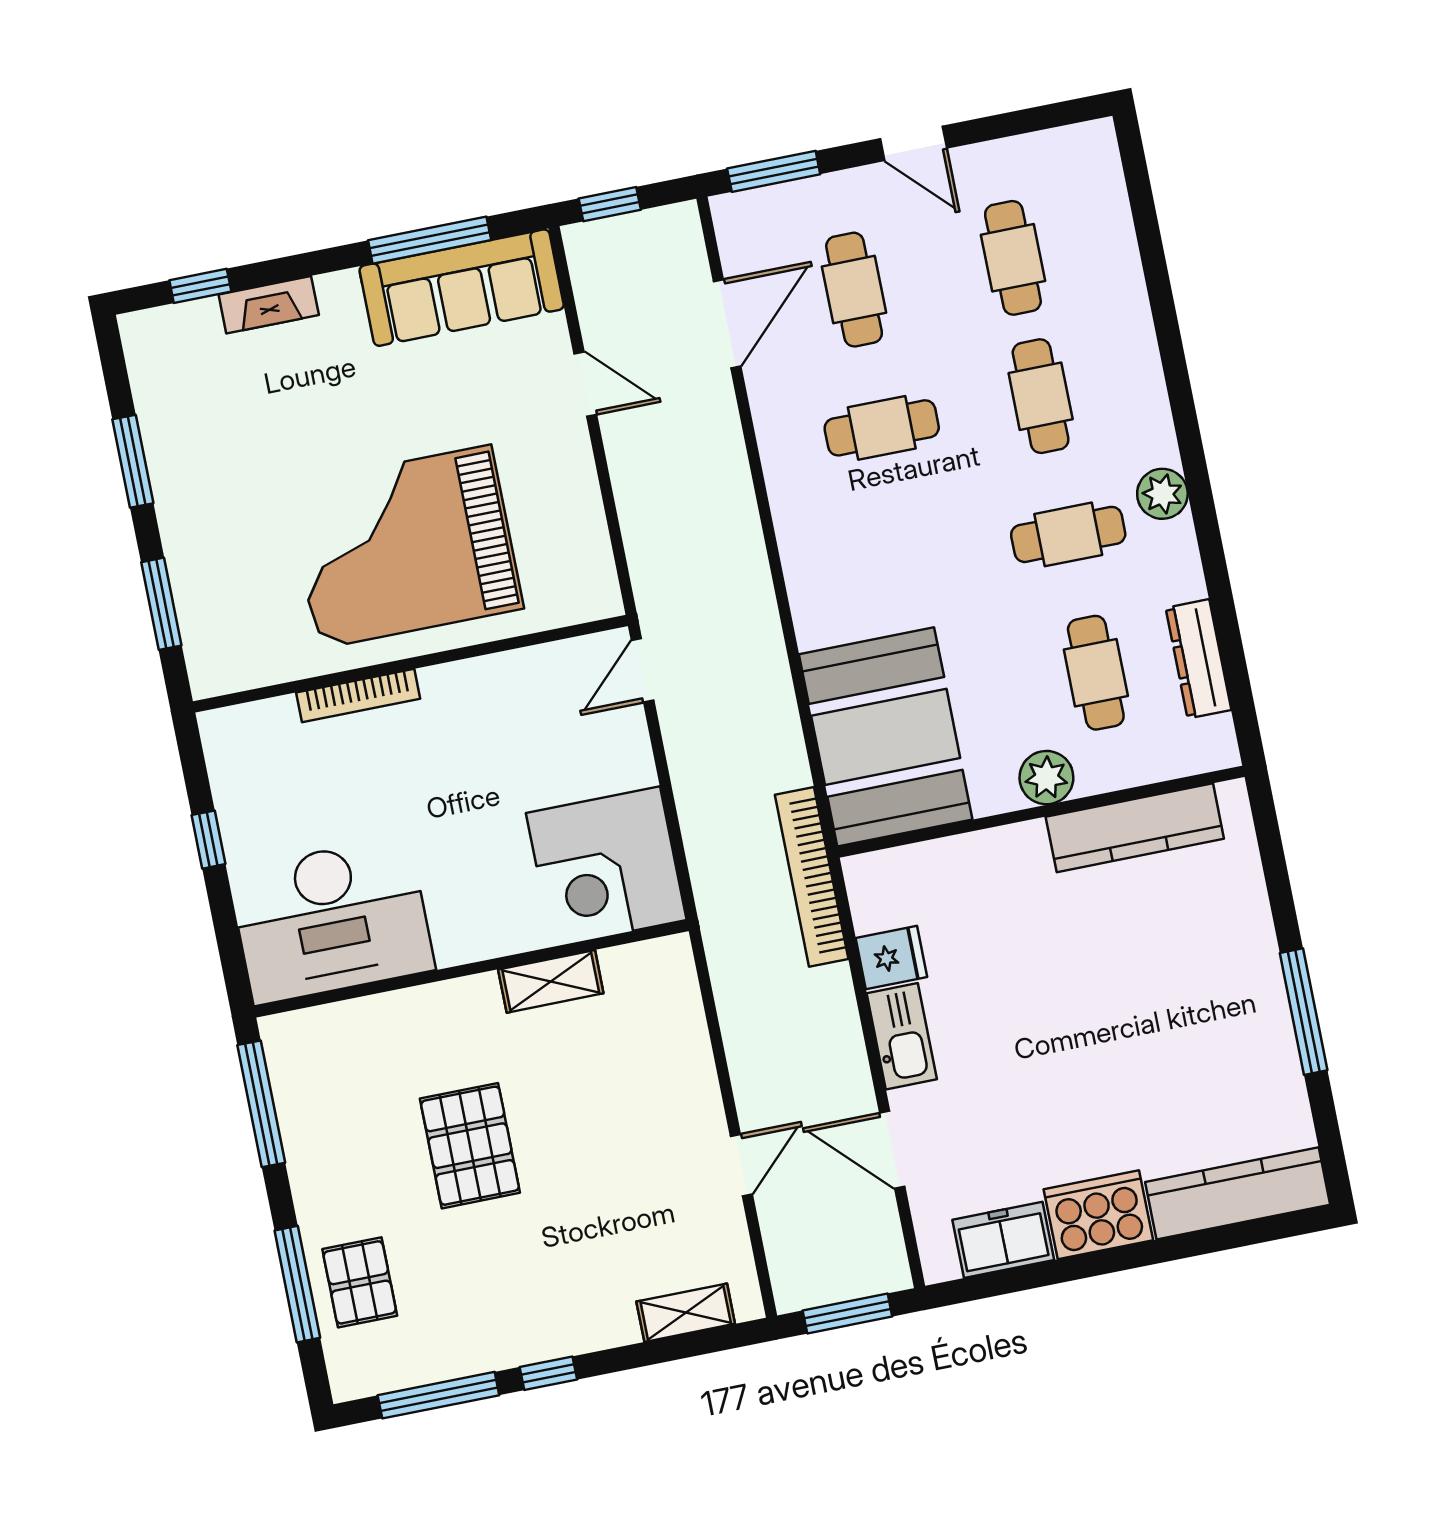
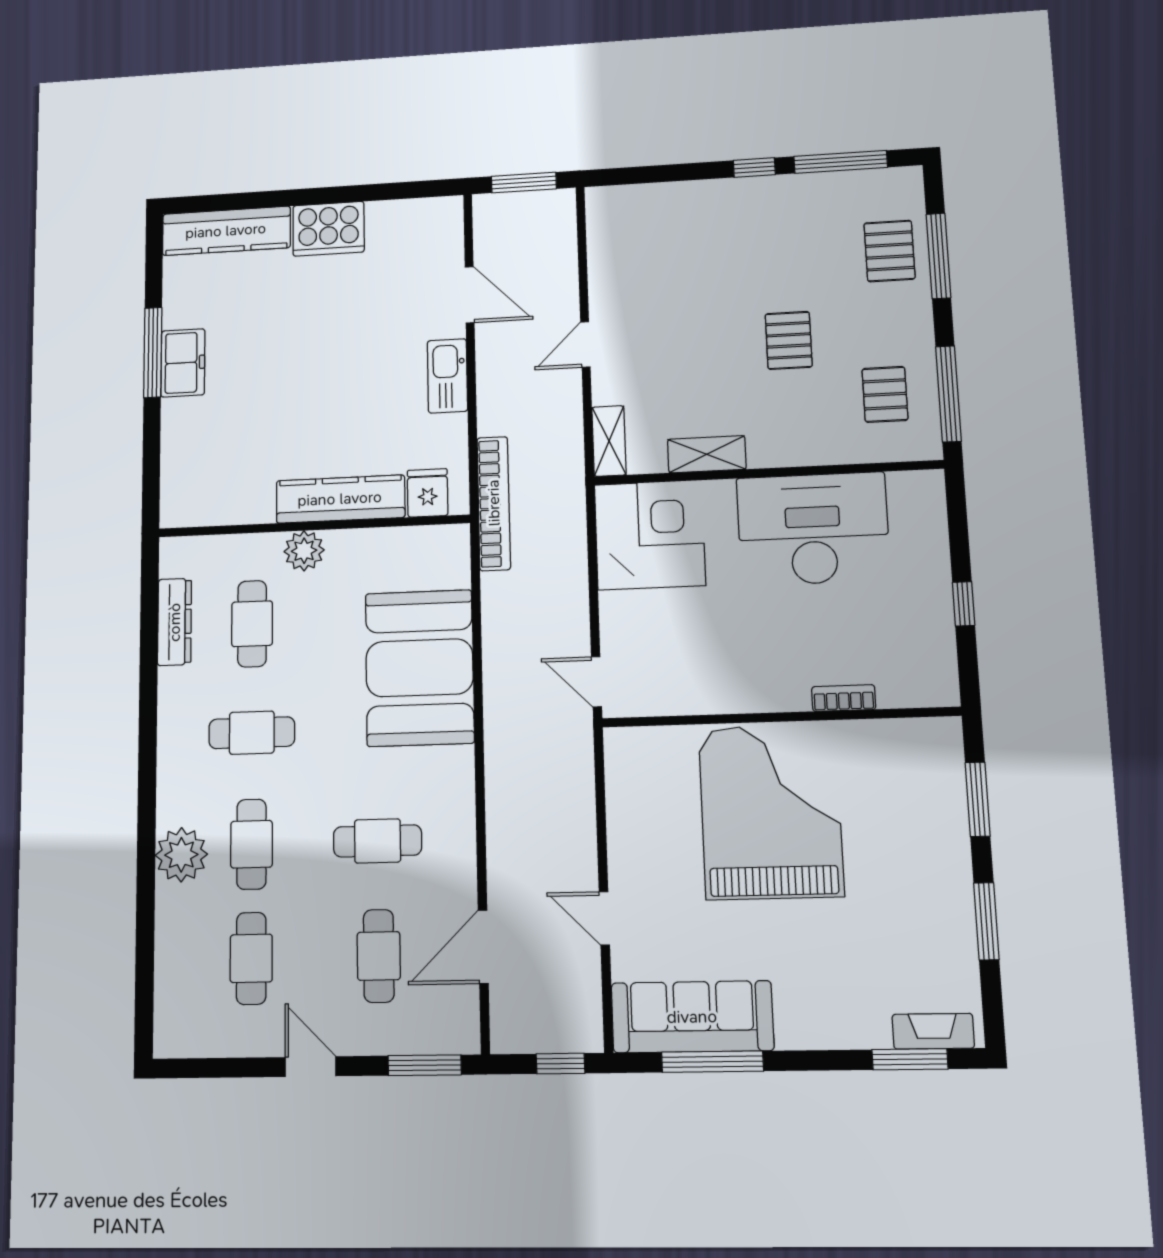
window: (200, 286) -> (910, 1059), width x1.50
fireplace: (269, 305) -> (933, 1031), moved
plant: (1162, 494) -> (181, 855), moved, width x1.36, depth x1.36
grand piano: (405, 547) -> (771, 812), turned -90
door: (643, 670) -> (597, 682), swing flipped
bookcase: (358, 696) -> (844, 698), width x0.64
booth: (886, 737) -> (419, 668), moved
kitchen counter: (1135, 828) -> (340, 499), moved
desk: (331, 920) -> (813, 529), moved
fridge: (891, 957) -> (428, 493), moved, turned 90
pallet: (340, 1092) -> (885, 394), added
pallet: (470, 1146) -> (789, 340), width x0.67, depth x0.71
door: (741, 1165) -> (585, 344), moved
freezer: (1003, 1240) -> (183, 363), moved, turned -90
shelving: (686, 1313) -> (609, 441), moved, turned 90

